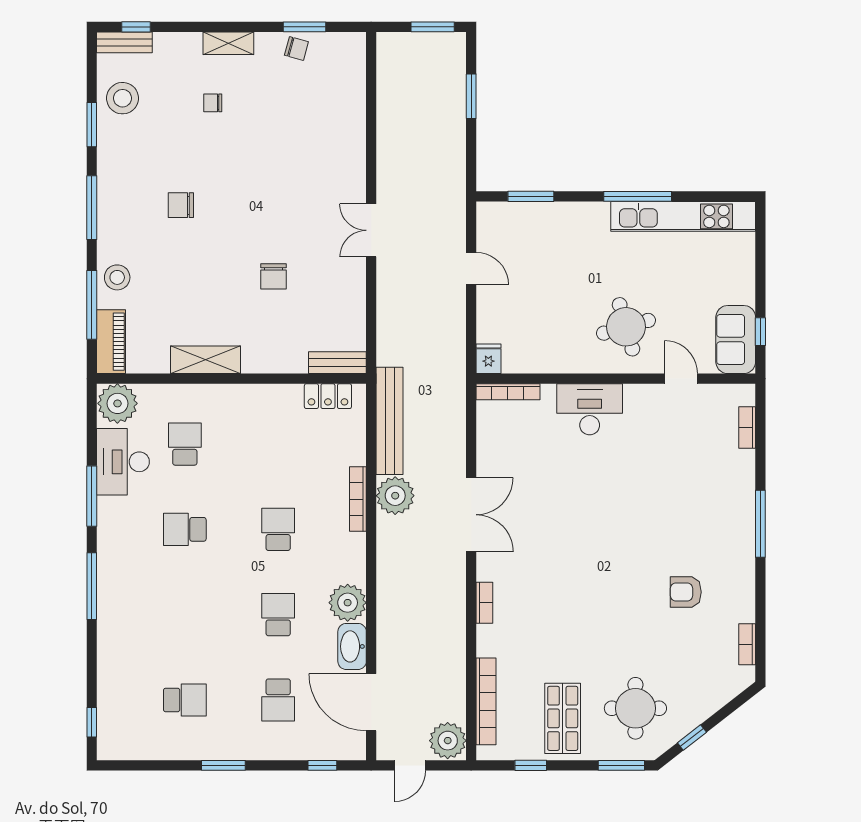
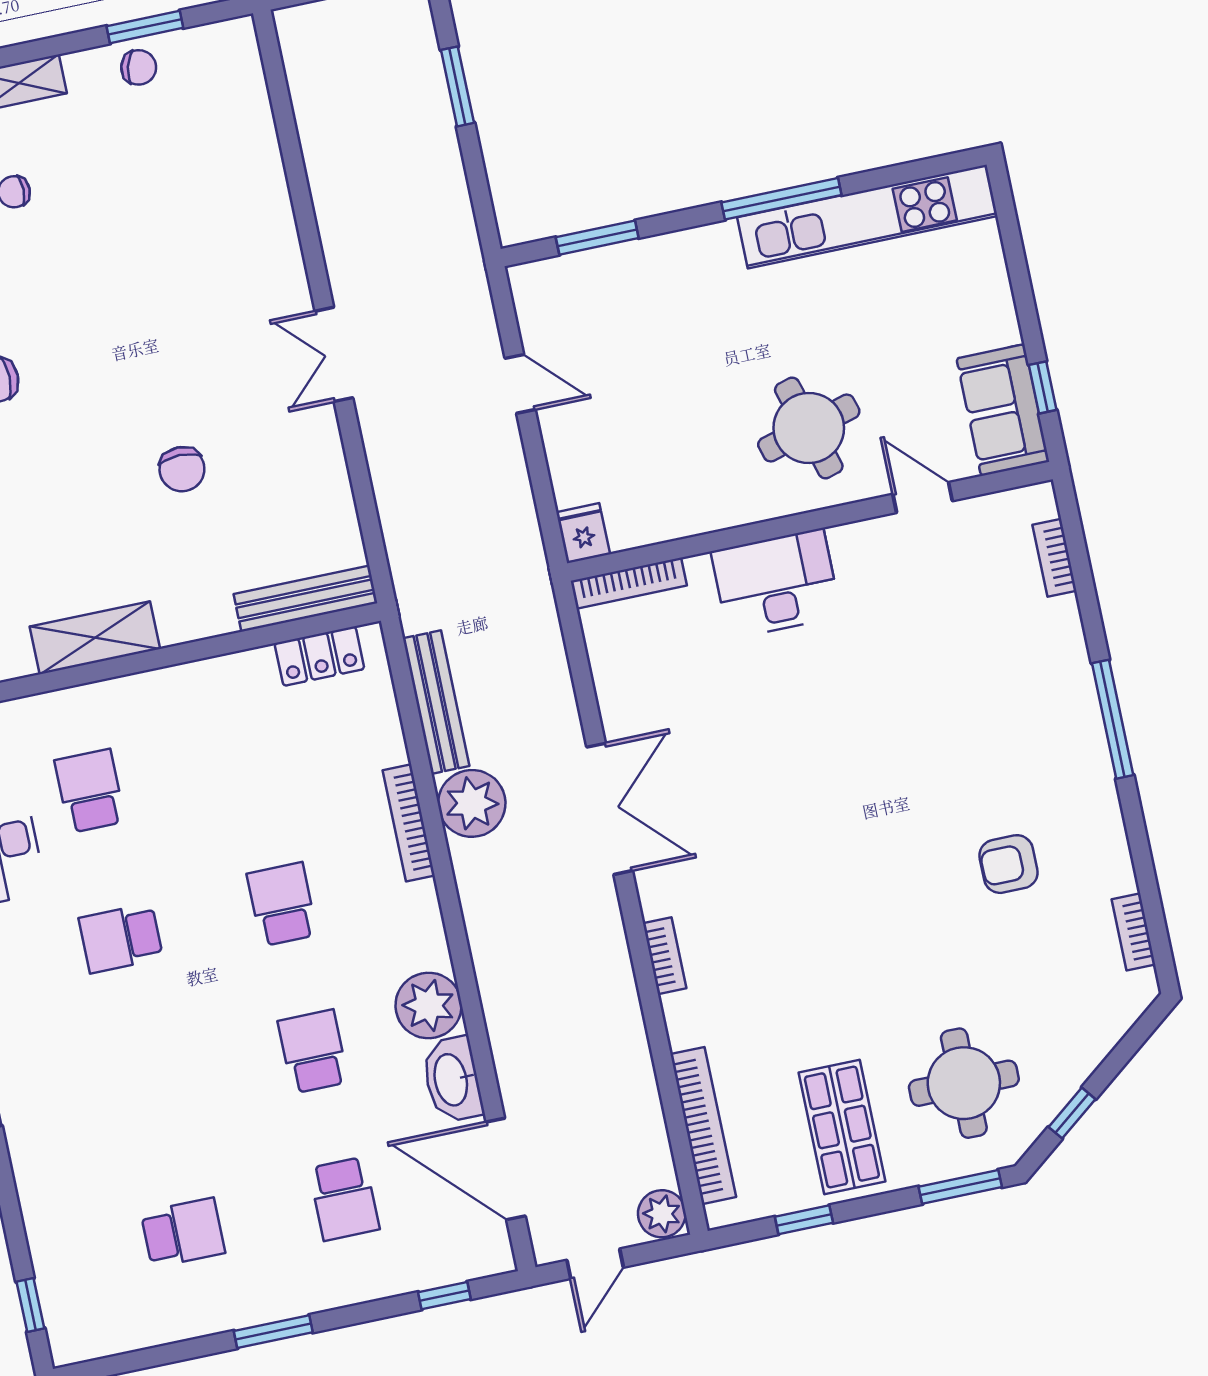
bench: (337, 363) -> (305, 599), width x1.36
bench: (390, 421) -> (436, 702), width x0.73, depth x0.82
plant: (448, 741) -> (662, 1214), width x0.73, depth x0.73

